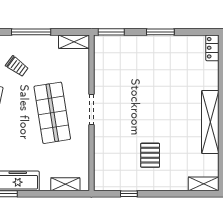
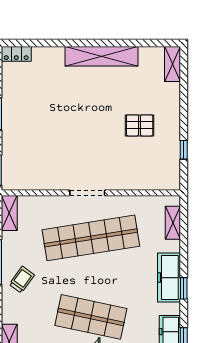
trolley: (17, 66) -> (22, 280), moved
shop shelf: (52, 113) -> (91, 238), width x1.40

